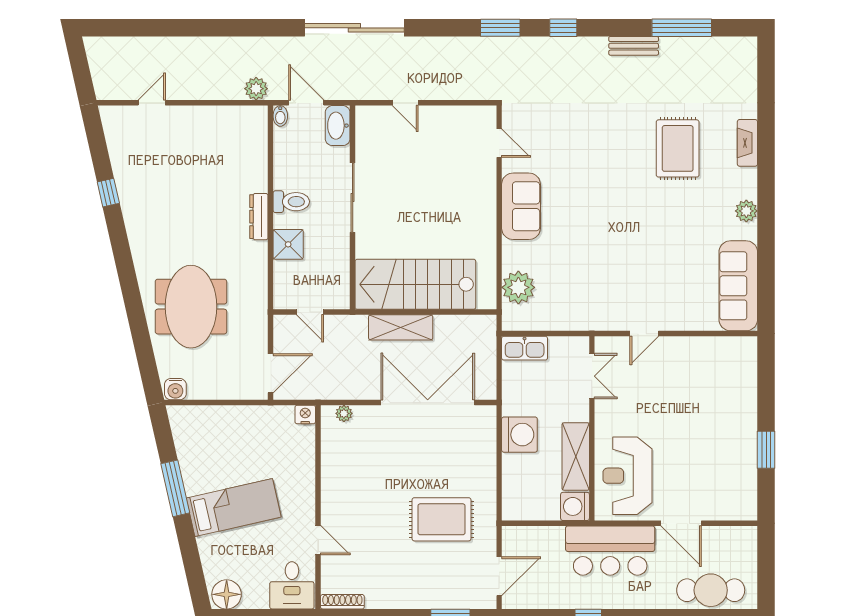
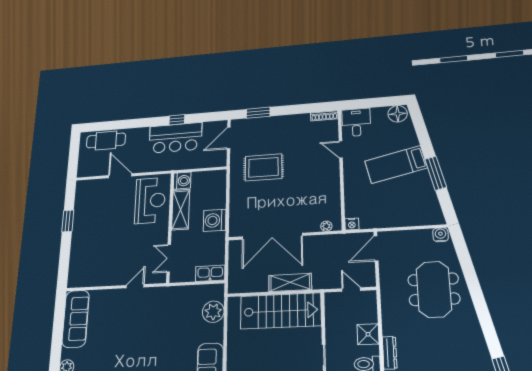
bar counter: (610, 551) -> (175, 138), moved, turned 180

